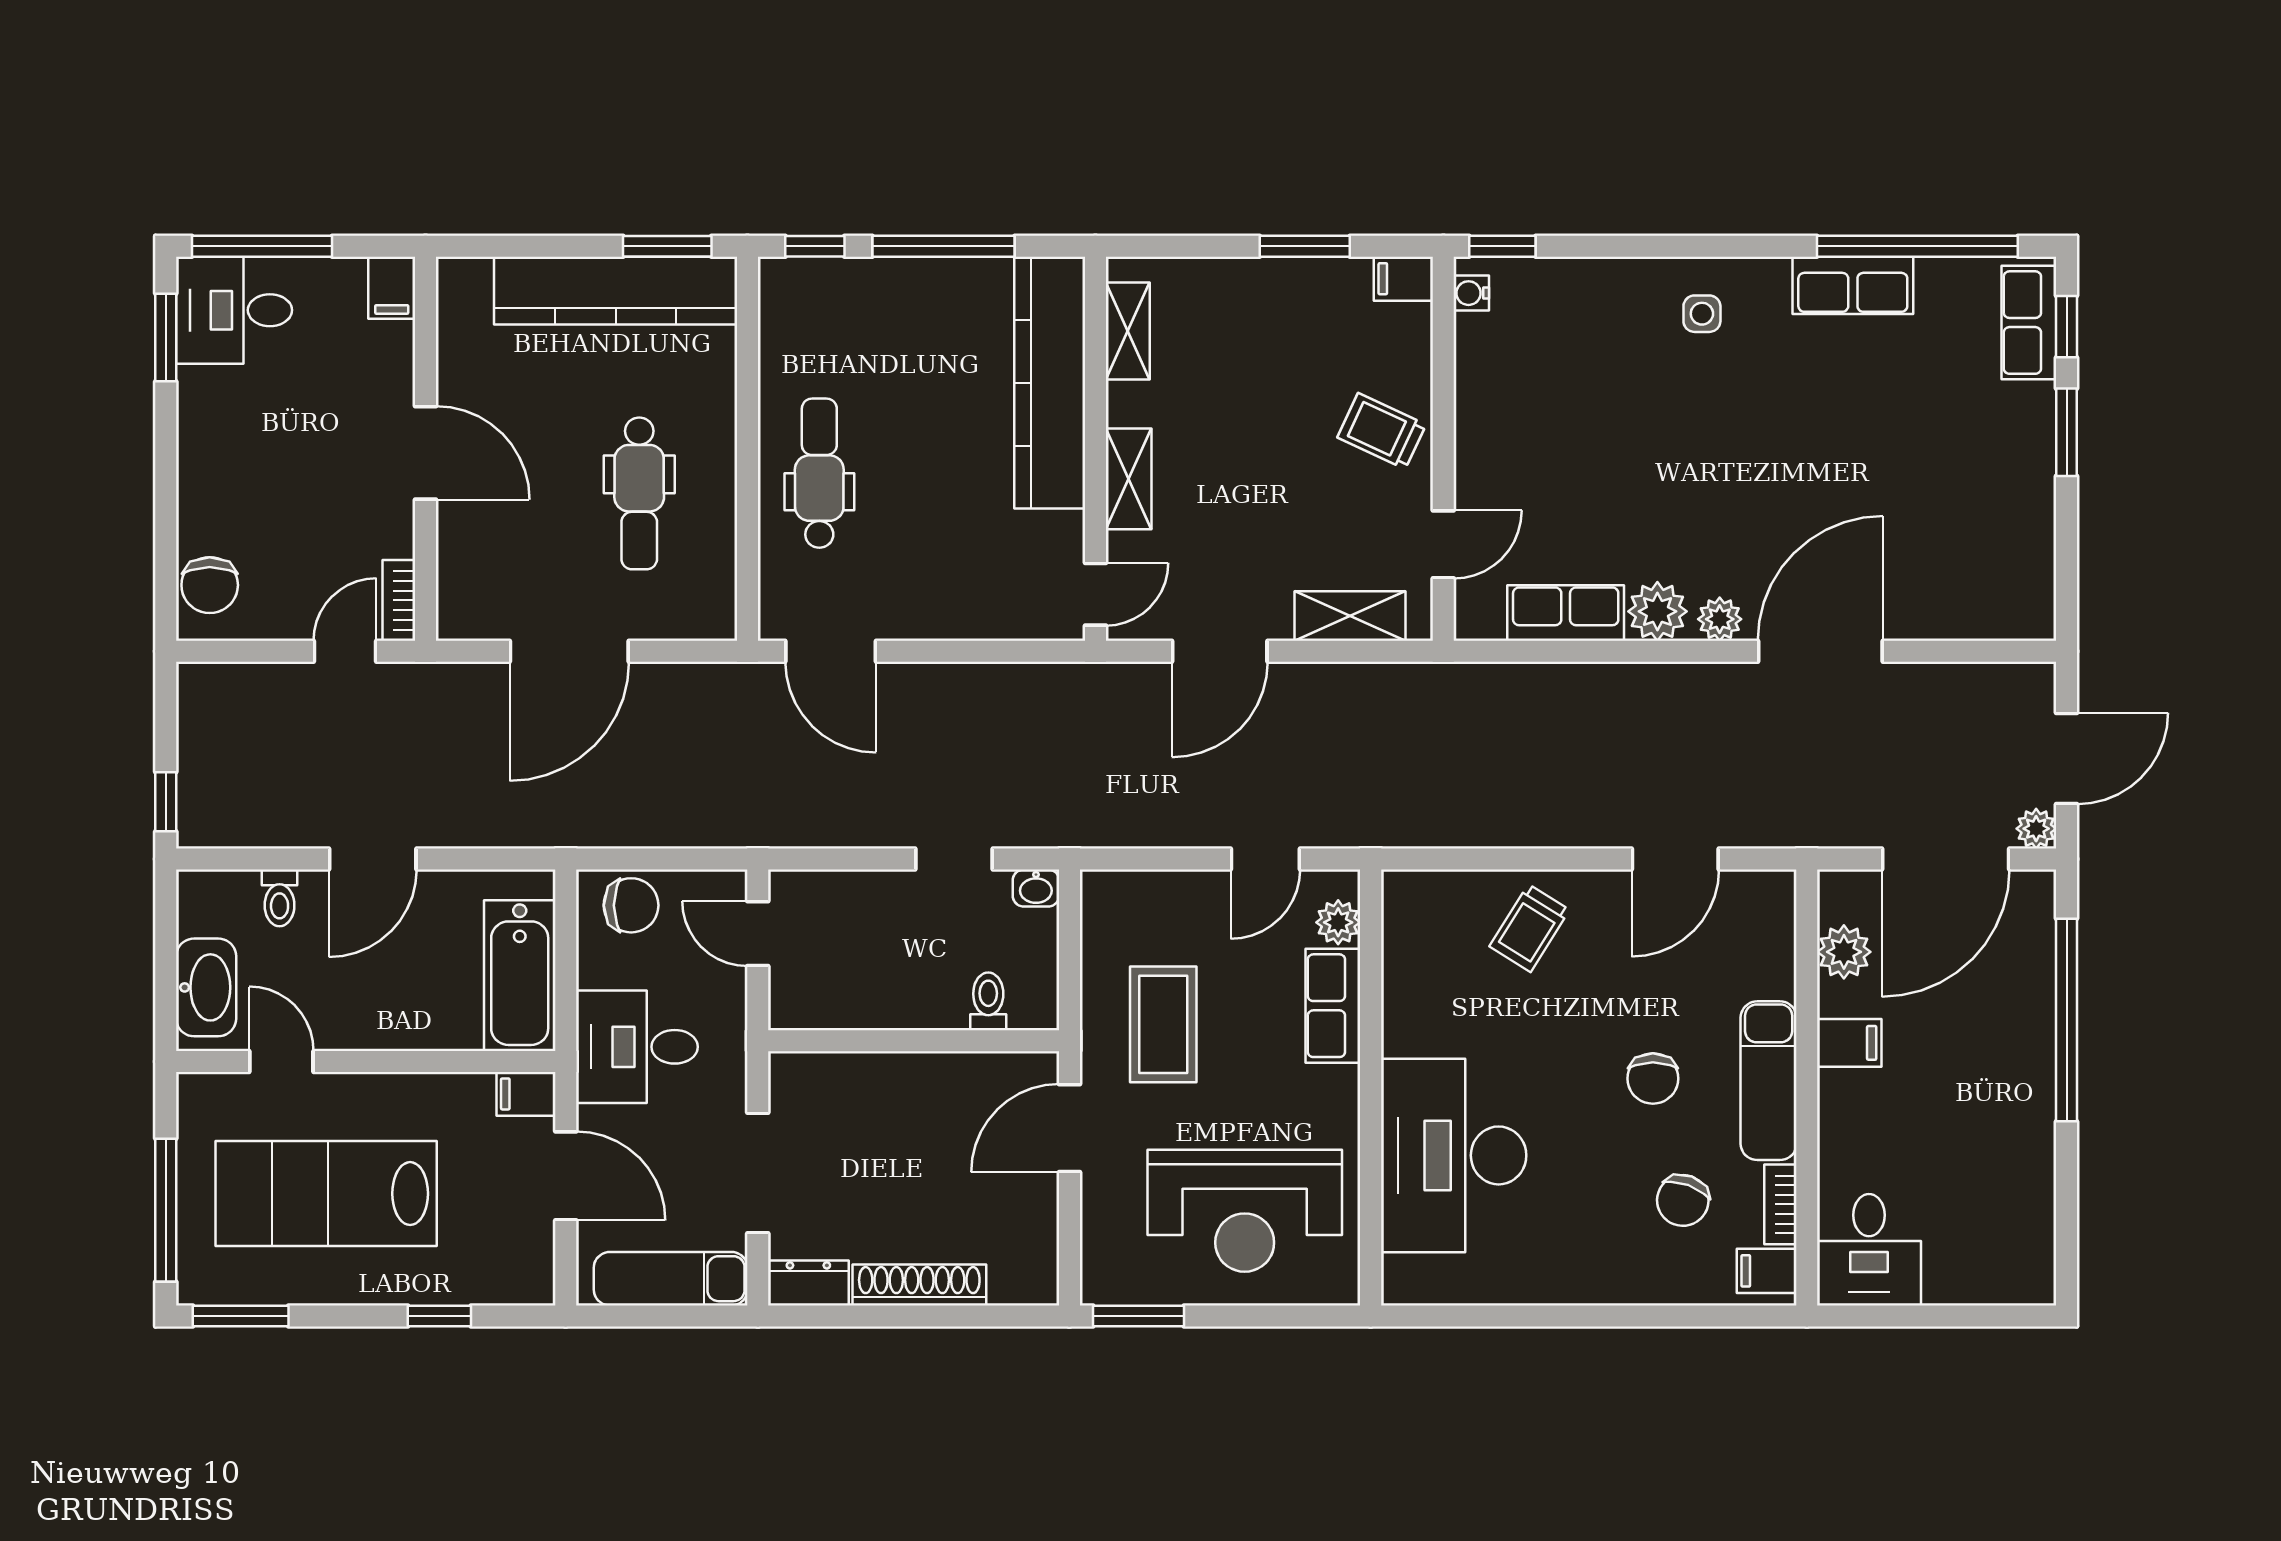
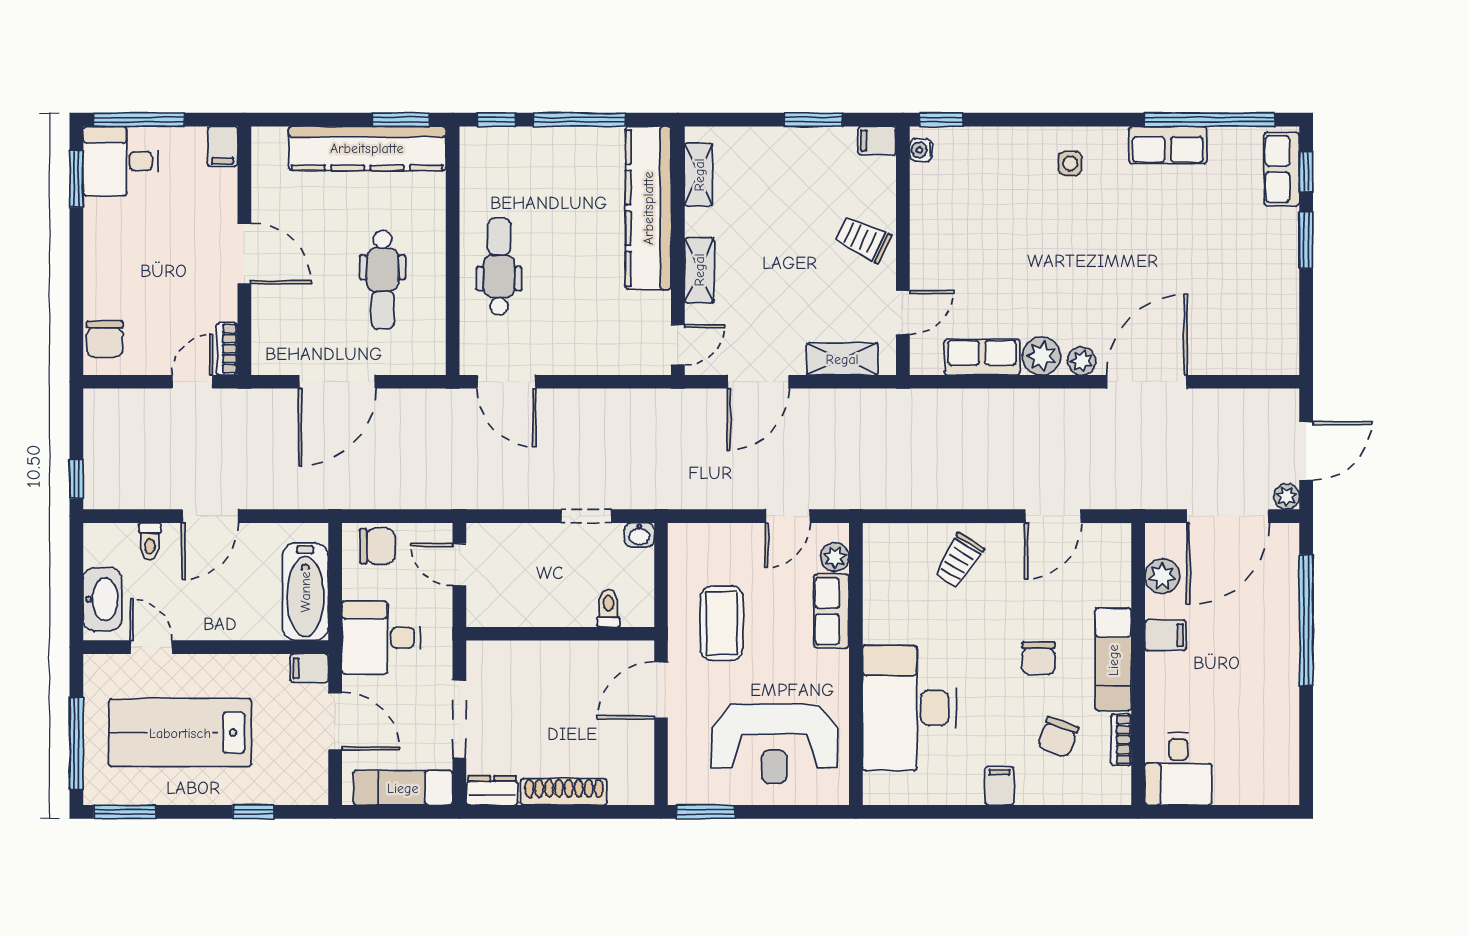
filing cabinet: (1767, 1271) -> (999, 786), moved, turned 90

